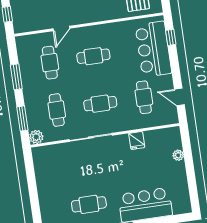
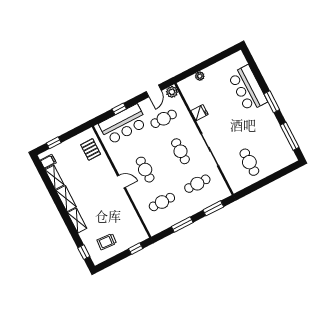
door: (61, 28) -> (121, 182), moved
window: (171, 37) -> (119, 109), moved
plant: (36, 137) -> (172, 92), moved
cafe table: (89, 204) -> (249, 162), moved

